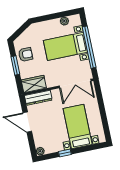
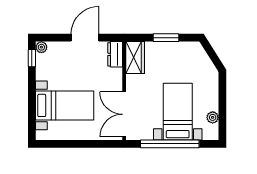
armchair: (26, 54) -> (178, 55), removed
dresser: (38, 98) -> (115, 54), width x0.70
window: (65, 153) -> (32, 58), moved

